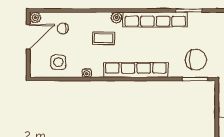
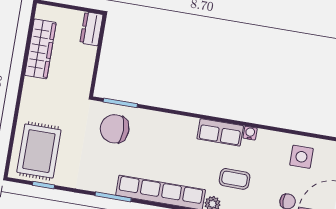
row of seats: (136, 70) -> (220, 132), width x0.50
water cooler: (87, 73) -> (250, 133), moved

